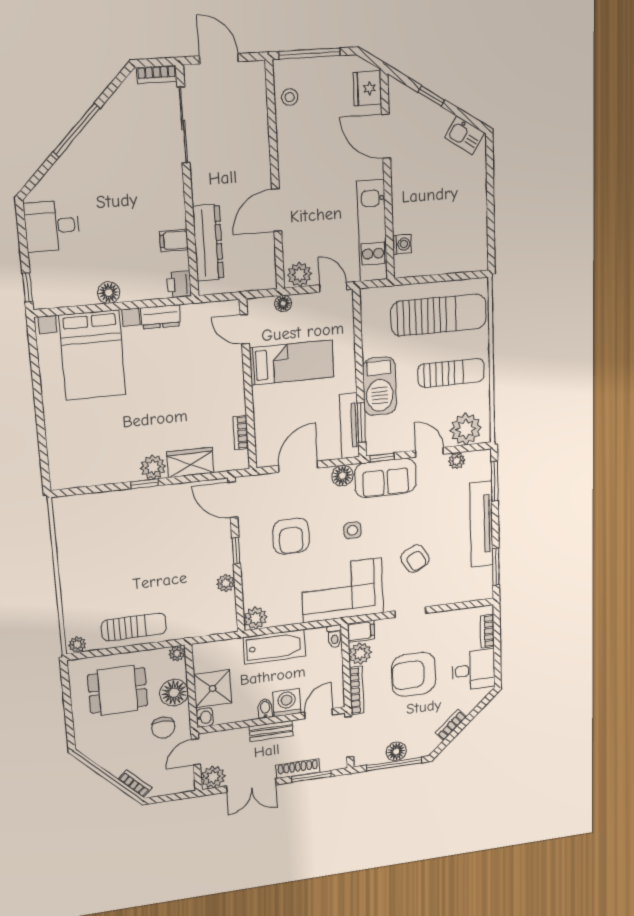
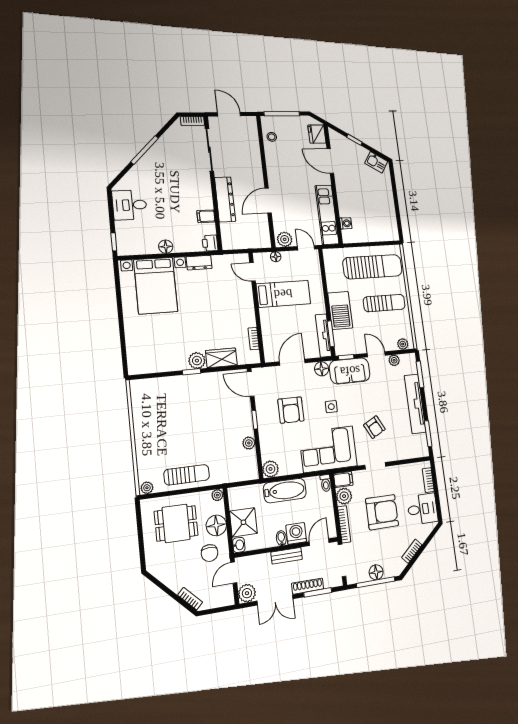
dresser: (208, 243) -> (225, 199), moved
plant: (466, 429) -> (403, 344), width x0.53, depth x0.53
armchair: (413, 674) -> (382, 512), turned 180

